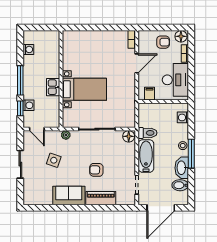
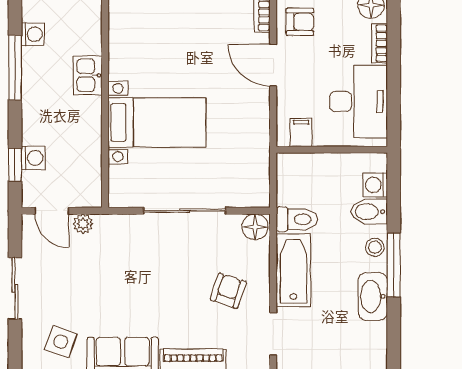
armchair: (163, 42) -> (300, 22), moved
door: (137, 63) -> (273, 65), swing flipped
window: (20, 80) -> (15, 68), moved
kitchen sink: (53, 87) -> (88, 75), moved
plant: (66, 135) -> (83, 224), moved
side table: (54, 160) -> (61, 342), moved
armchair: (96, 170) -> (228, 291), moved, turned 107
bidet: (180, 185) -> (369, 212), moved

